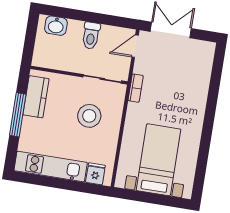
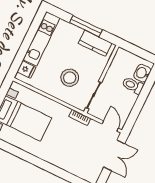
toilet: (91, 36) -> (133, 85), moved

